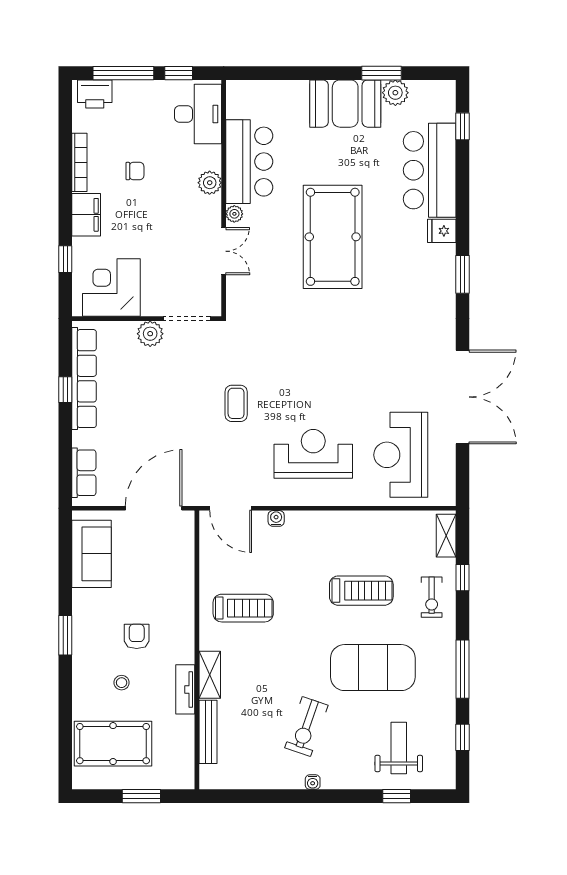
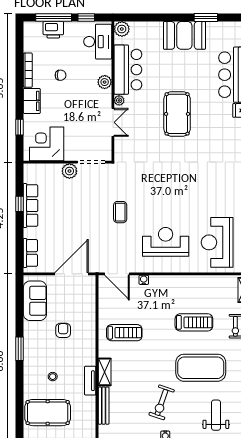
plant: (395, 93) -> (122, 29), moved
printer: (95, 94) -> (53, 30), moved
pool table: (333, 237) -> (177, 114), width x0.73, depth x0.76
row of seats: (84, 379) -> (31, 206), width x0.73
armchair: (137, 636) -> (63, 330), moved

